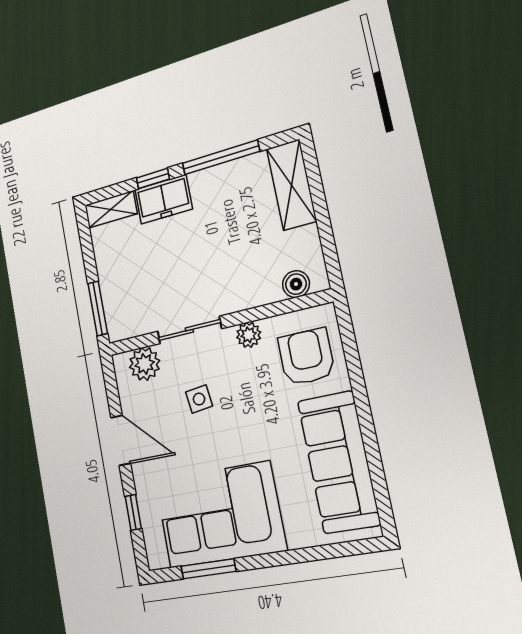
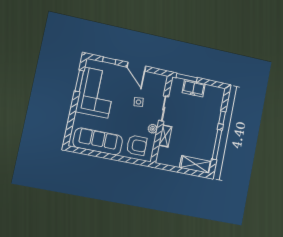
freezer: (163, 199) -> (194, 88), moved, turned -90
shelving: (111, 209) -> (165, 136), moved
boiler: (296, 284) -> (162, 152), removed
plant: (145, 364) -> (159, 87), removed
door: (121, 440) -> (136, 67), hinge flipped

